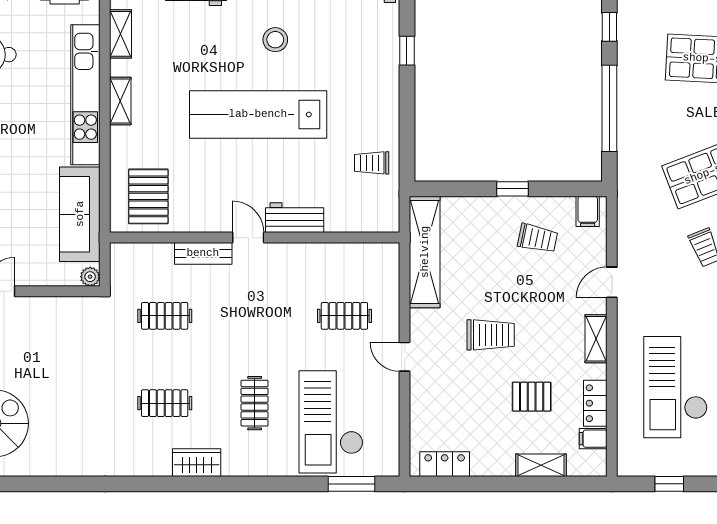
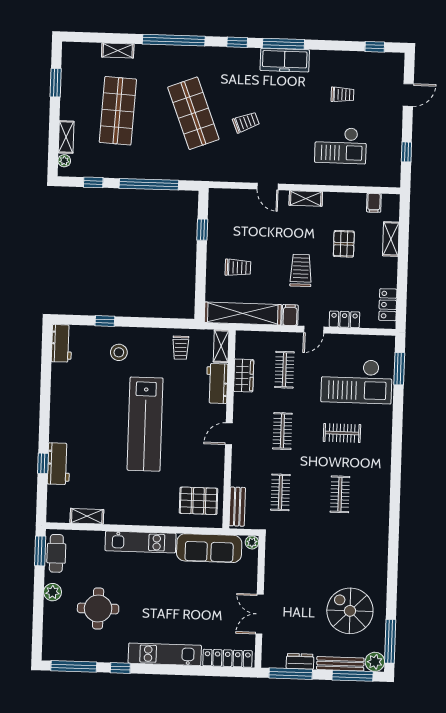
stool: (275, 40) -> (119, 352), moved
kitchen unit: (85, 95) -> (141, 542), width x0.73
shelving: (120, 101) -> (221, 346), moved, turned 90
window: (513, 189) -> (202, 230), moved
filing cabinet: (588, 211) -> (290, 315), moved, turned -90
workbench: (295, 218) -> (217, 383), moved
trolley: (538, 238) -> (238, 268), moved, turned 78
bench: (203, 253) -> (237, 507), moved
clothes rail: (255, 316) -> (282, 431), added
checkout: (675, 387) -> (341, 145), width x0.73, depth x0.83
locker: (595, 403) -> (344, 319), moved, turned 180
wardrobe: (197, 463) -> (244, 375), moved, turned 180

